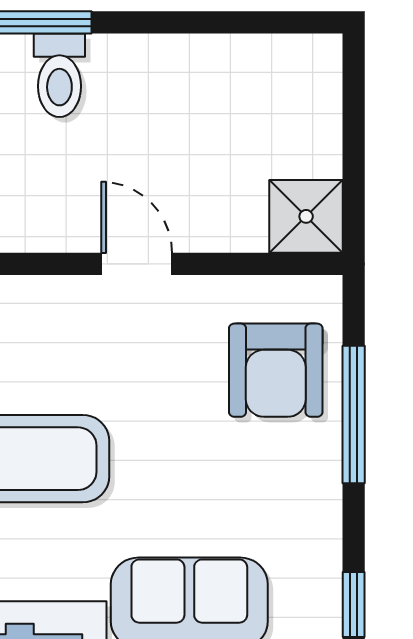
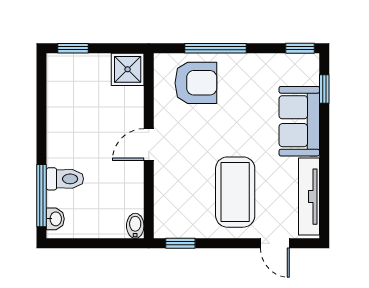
window: (354, 94) -> (73, 48), added

